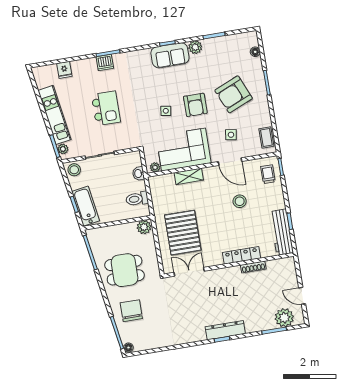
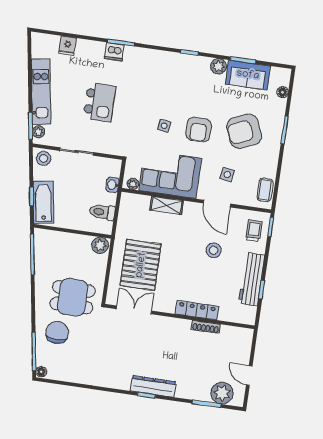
sofa: (170, 55) -> (248, 75), moved
workbench: (282, 232) -> (252, 279), moved
dining table: (125, 270) -> (73, 297), moved

